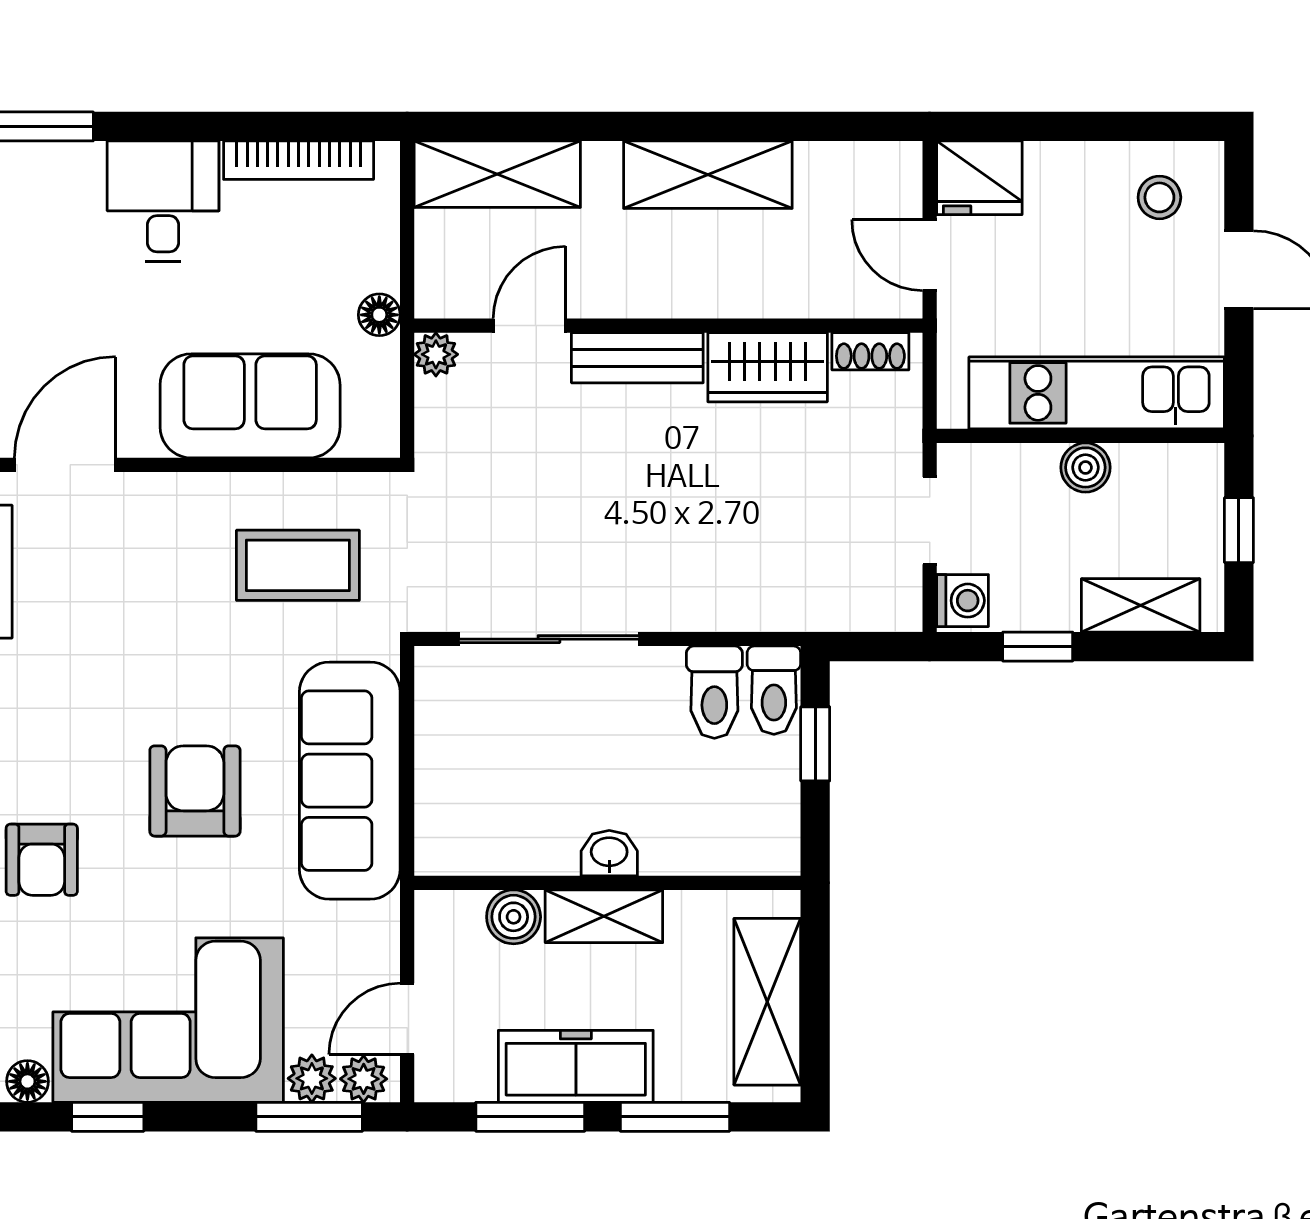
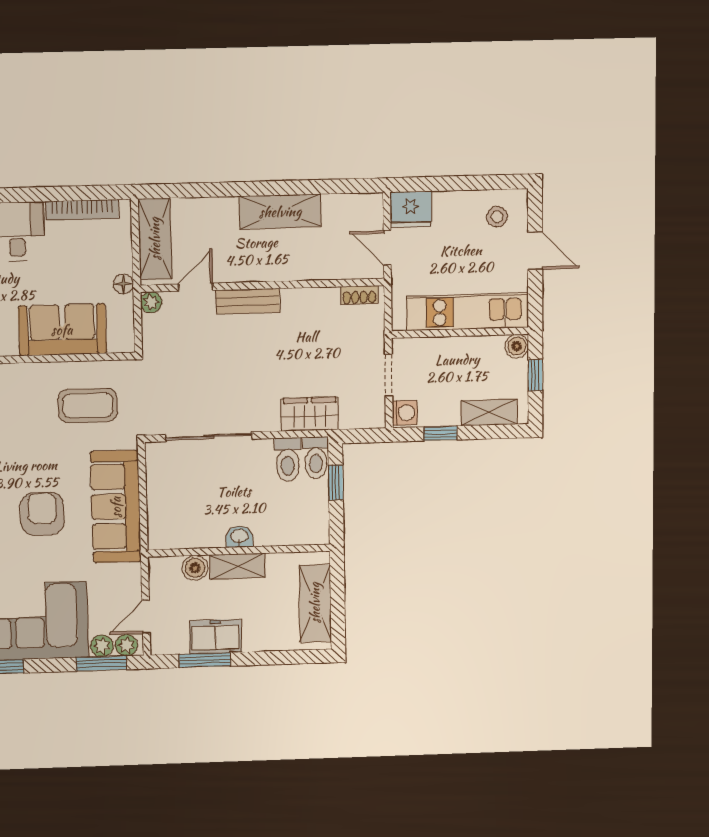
shelving: (497, 174) -> (155, 239), moved, turned 90
wardrobe: (768, 367) -> (310, 414), moved, turned 180
boiler: (1085, 467) -> (517, 346), moved
freezer: (576, 1066) -> (215, 636), width x0.71
window: (675, 1117) -> (273, 658), removed

